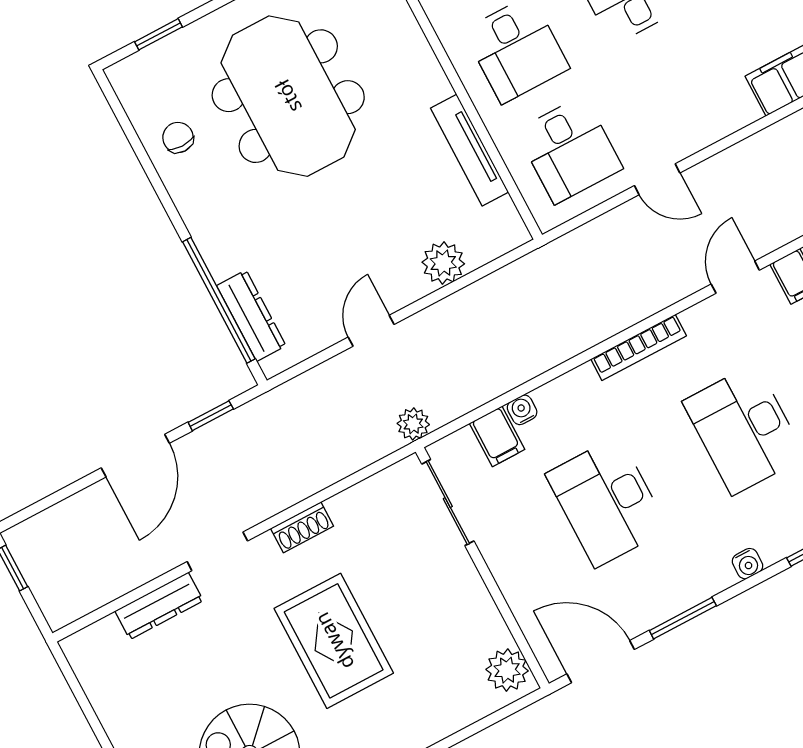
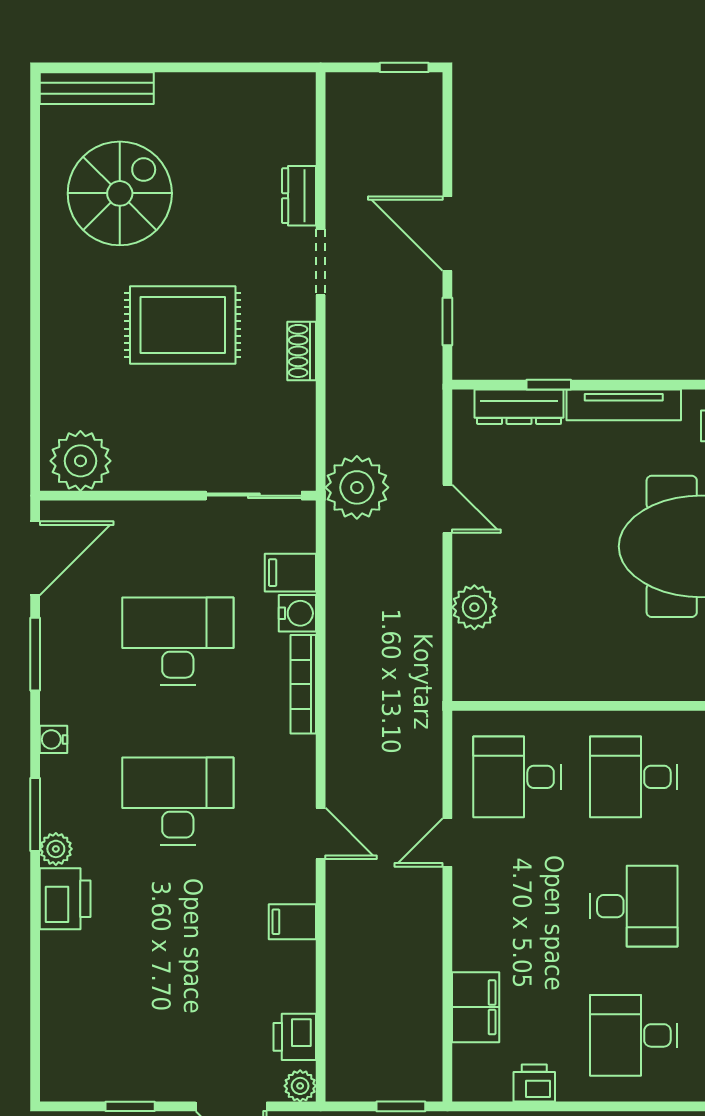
tv unit: (470, 150) -> (624, 405), moved, turned 180
door: (735, 277) -> (321, 833), moved
window: (219, 300) -> (549, 385), width x0.32
bookcase: (639, 347) -> (303, 684), moved
water cooler: (522, 410) -> (297, 613), width x1.38, depth x1.38
plant: (413, 424) -> (357, 487), width x1.88, depth x1.88
dresser: (159, 606) -> (299, 196), width x0.70
plant: (507, 670) -> (80, 461), width x1.36, depth x1.36

